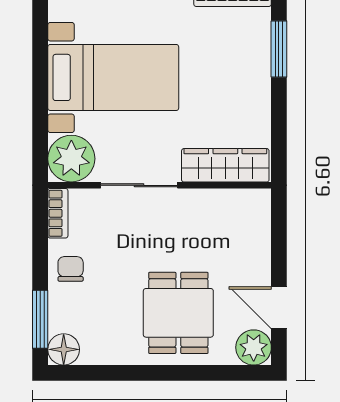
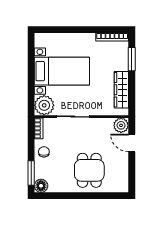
wardrobe: (225, 165) -> (121, 90), moved, turned -90
door: (279, 308) -> (132, 143), moved
plant: (254, 347) -> (121, 125), moved

